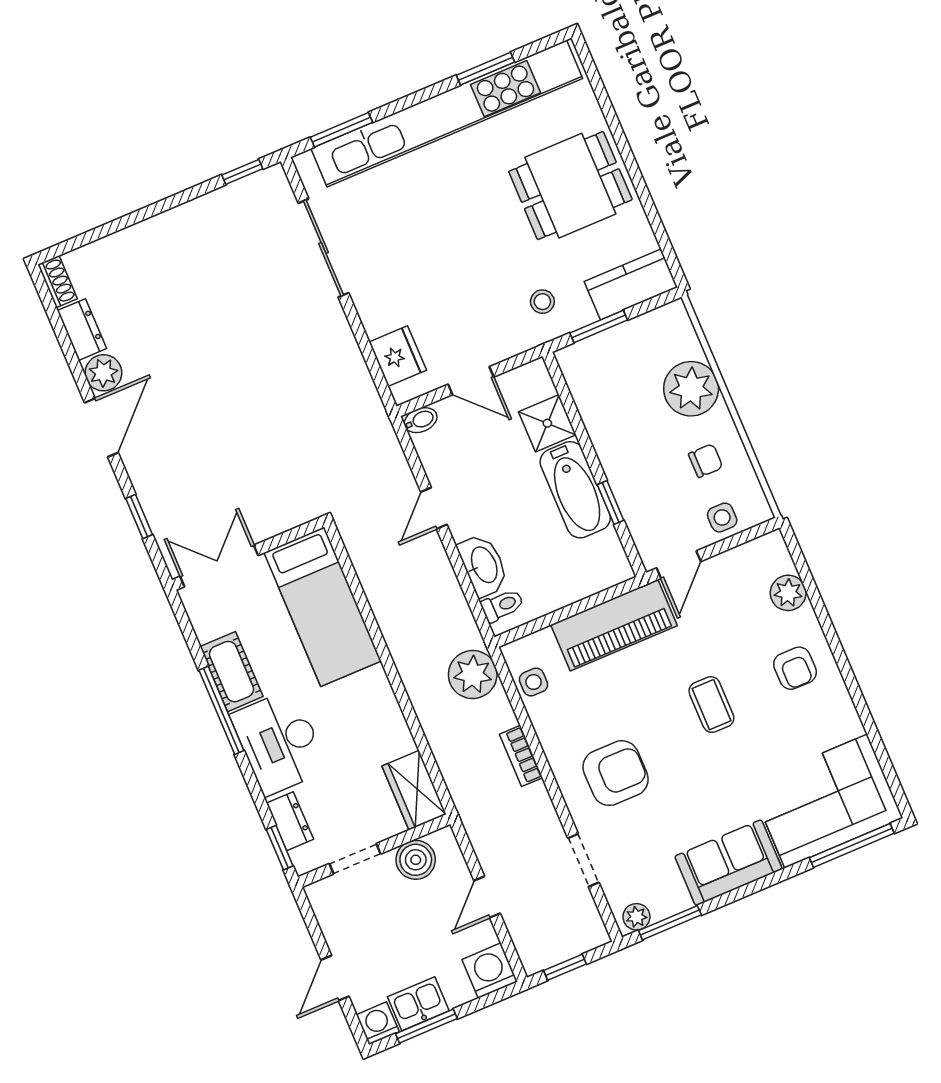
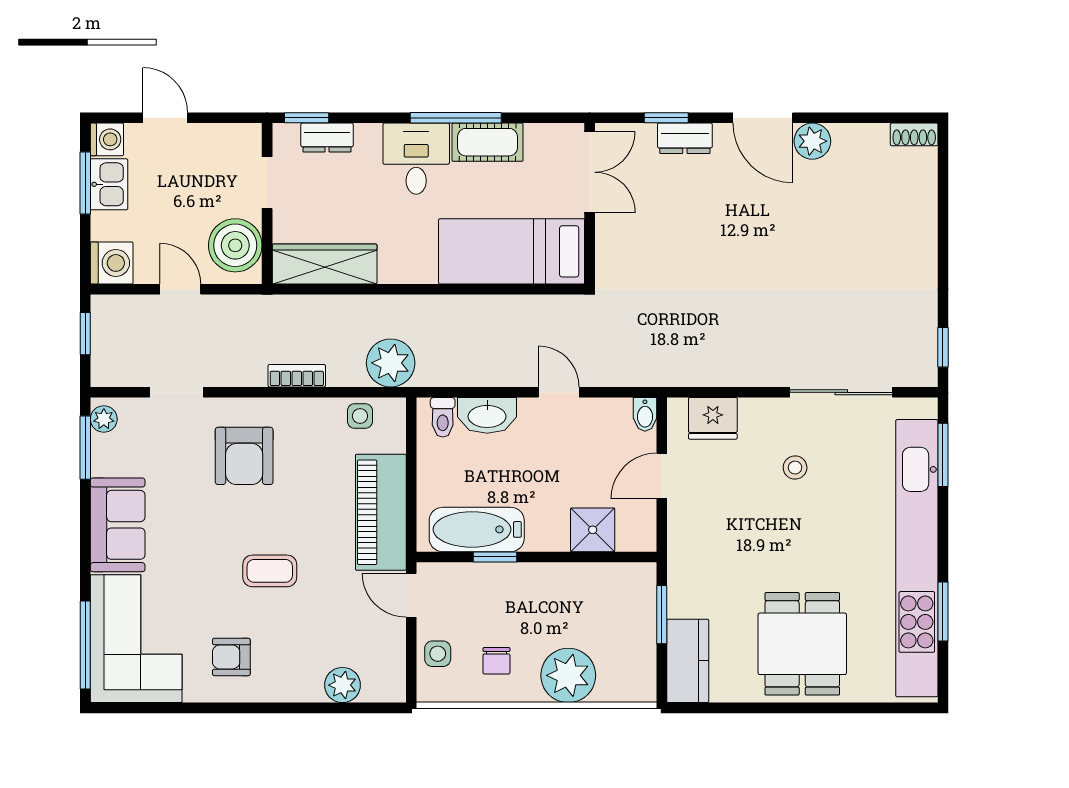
stool: (542, 302) -> (795, 468), moved
dresser: (82, 330) -> (685, 138), moved
bathtub: (575, 490) -> (477, 529), moved
armchair: (795, 668) -> (231, 657), moved
desk: (279, 742) -> (416, 159), width x0.73
wardrobe: (414, 790) -> (325, 264), width x1.50
boiler: (416, 860) -> (235, 245), width x1.37, depth x1.37

